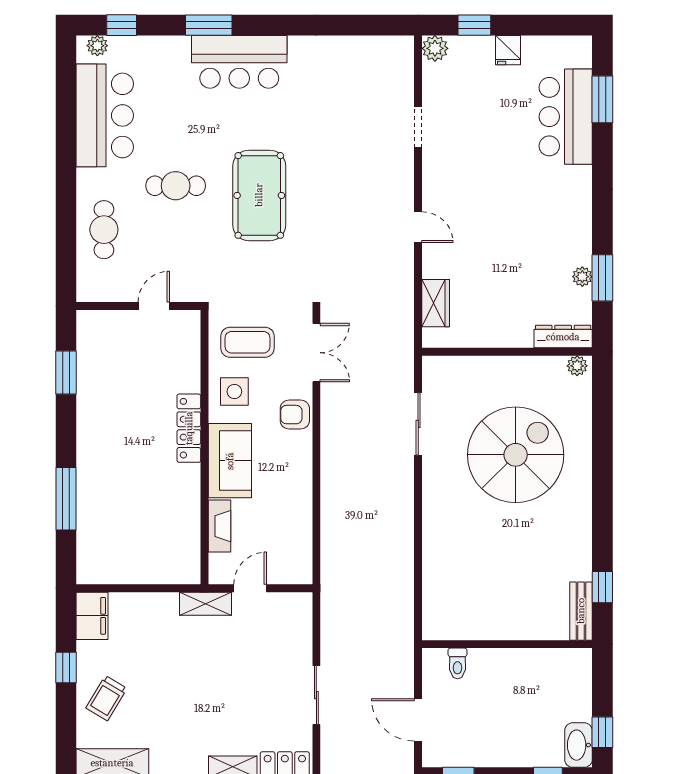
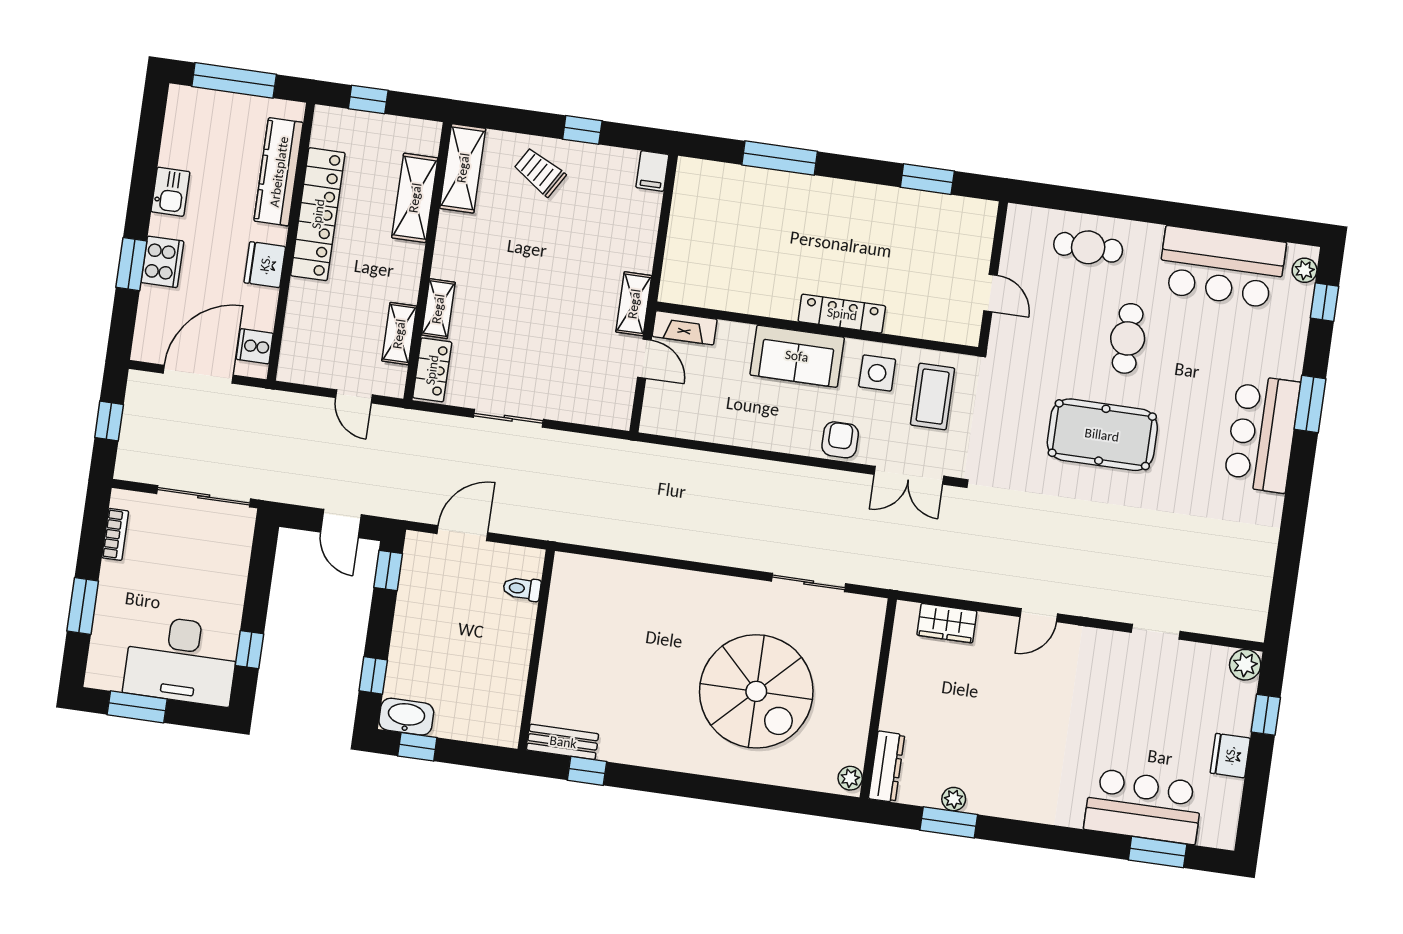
fridge: (508, 50) -> (1230, 756), width x1.38
fireplace: (219, 526) -> (685, 328), moved
filing cabinet: (92, 616) -> (652, 171), width x0.50

